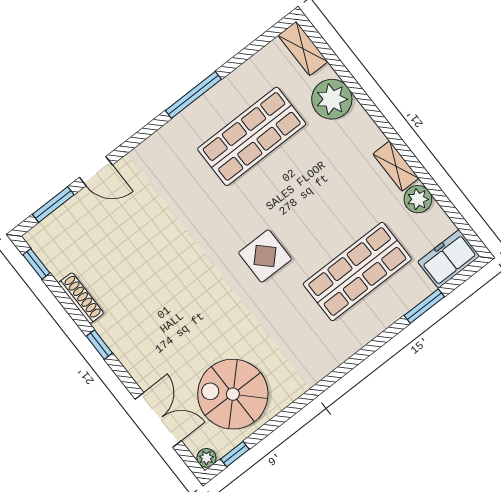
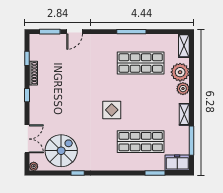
door: (96, 171) -> (75, 32), hinge flipped
plant: (418, 199) -> (183, 89), moved
window: (444, 202) -> (192, 141), added
window: (36, 264) -> (27, 58), moved
spiral stairs: (233, 394) -> (61, 151), turned 90
window: (235, 454) -> (78, 173), moved

